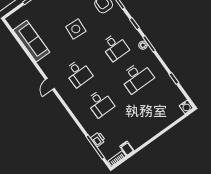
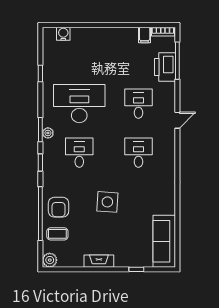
sofa: (31, 41) -> (164, 241), moved
desk: (137, 77) -> (79, 104), width x1.36, depth x1.30
door: (50, 84) -> (177, 120), moved
water cooler: (186, 107) -> (63, 34), moved
printer: (98, 139) -> (165, 67), width x1.87, depth x1.48

